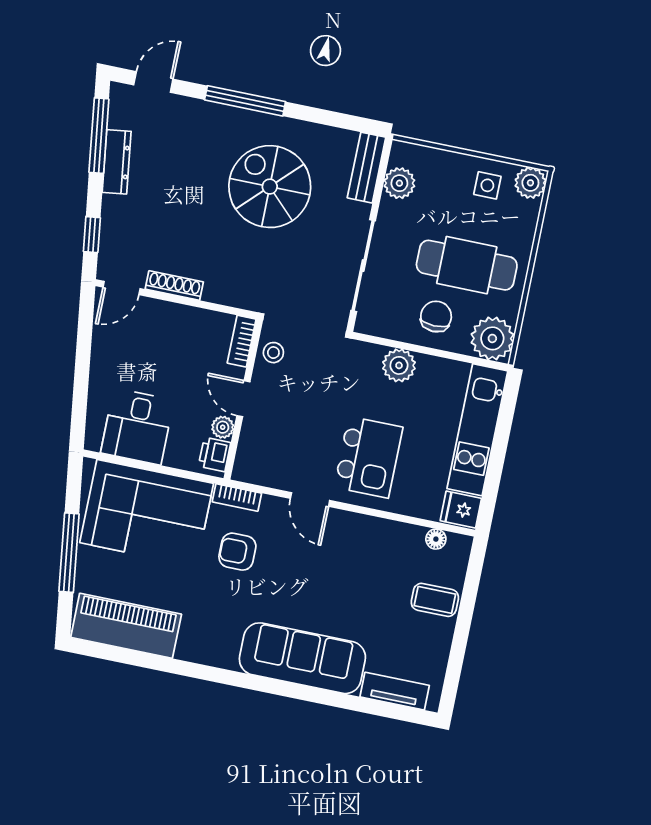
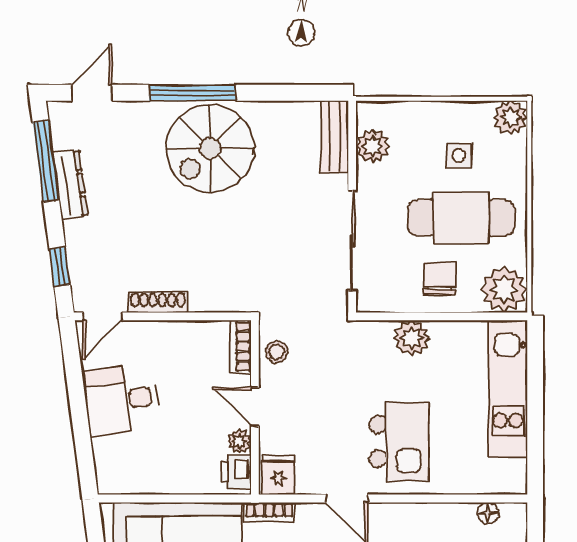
side table: (487, 185) -> (459, 155), moved
spiral stairs: (270, 187) -> (210, 149), moved, turned -90
desk: (137, 426) -> (121, 400), moved, turned 83
fridge: (461, 510) -> (278, 475), moved, turned 90

